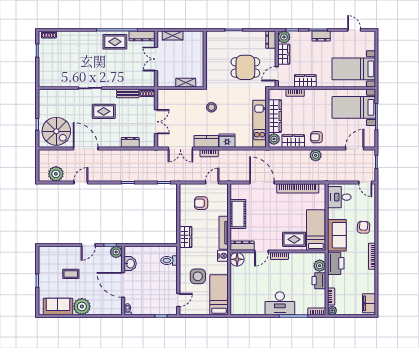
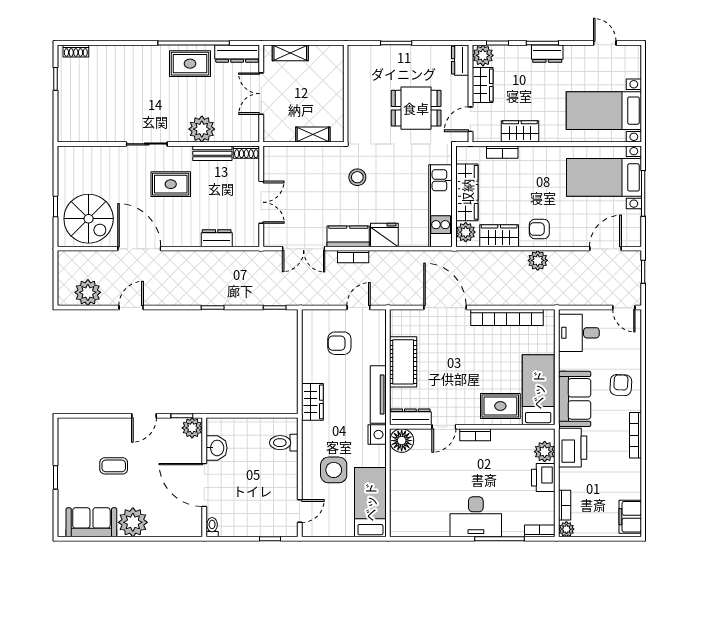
plant: (122, 80) -> (202, 129), added

